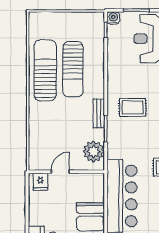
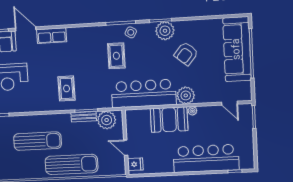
sun lounger: (45, 70) -> (72, 164), moved, turned 180
bench: (99, 113) -> (84, 117), moved

